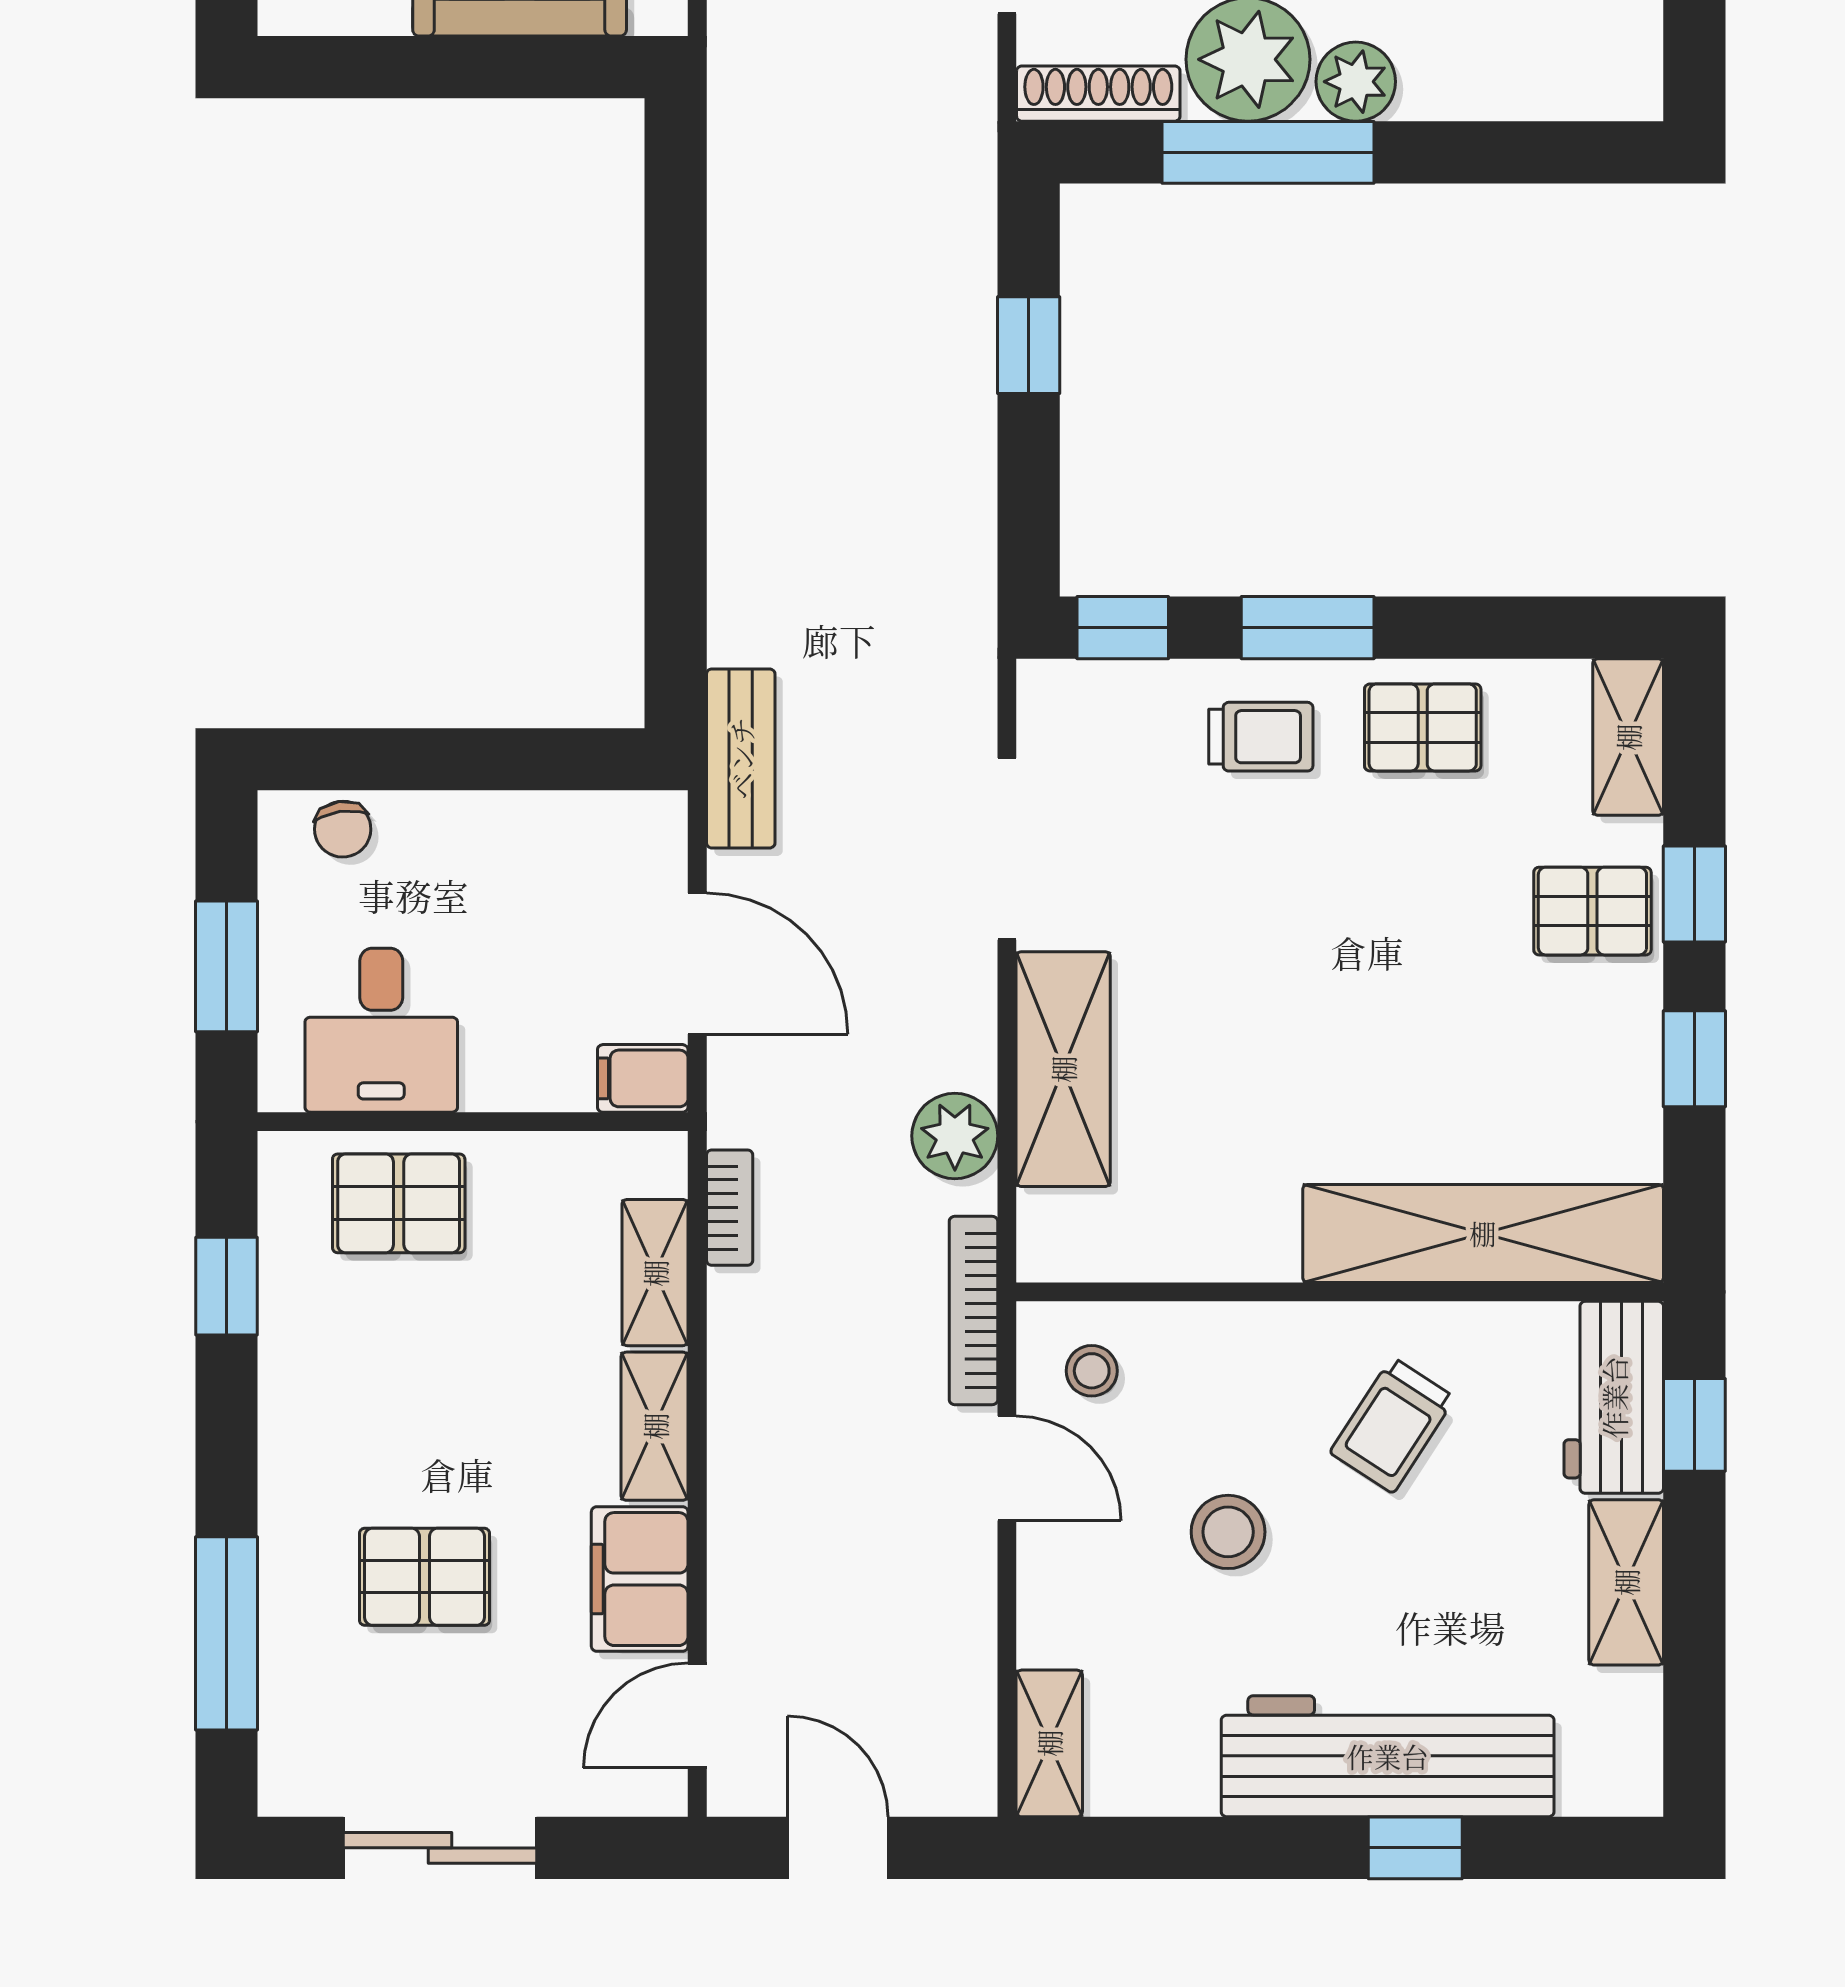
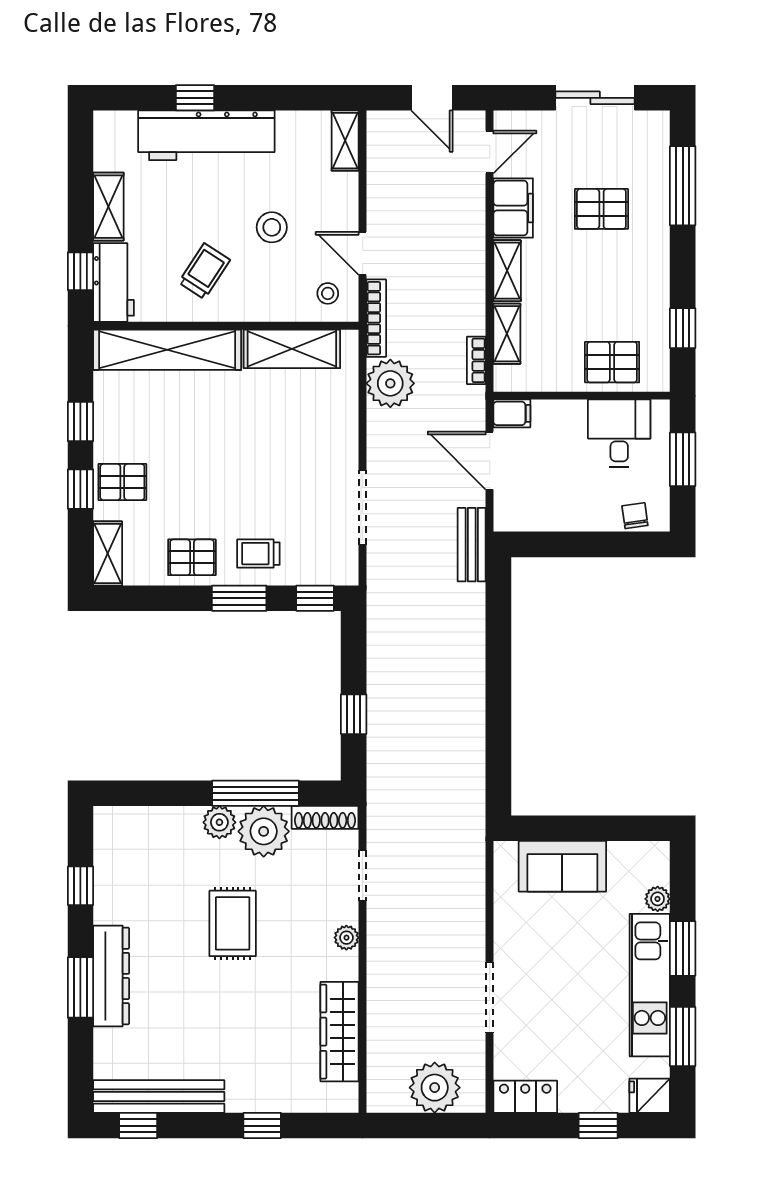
shelving: (1063, 1069) -> (292, 349), moved, turned 90
plant: (955, 1136) -> (390, 383), width x1.36, depth x1.36

